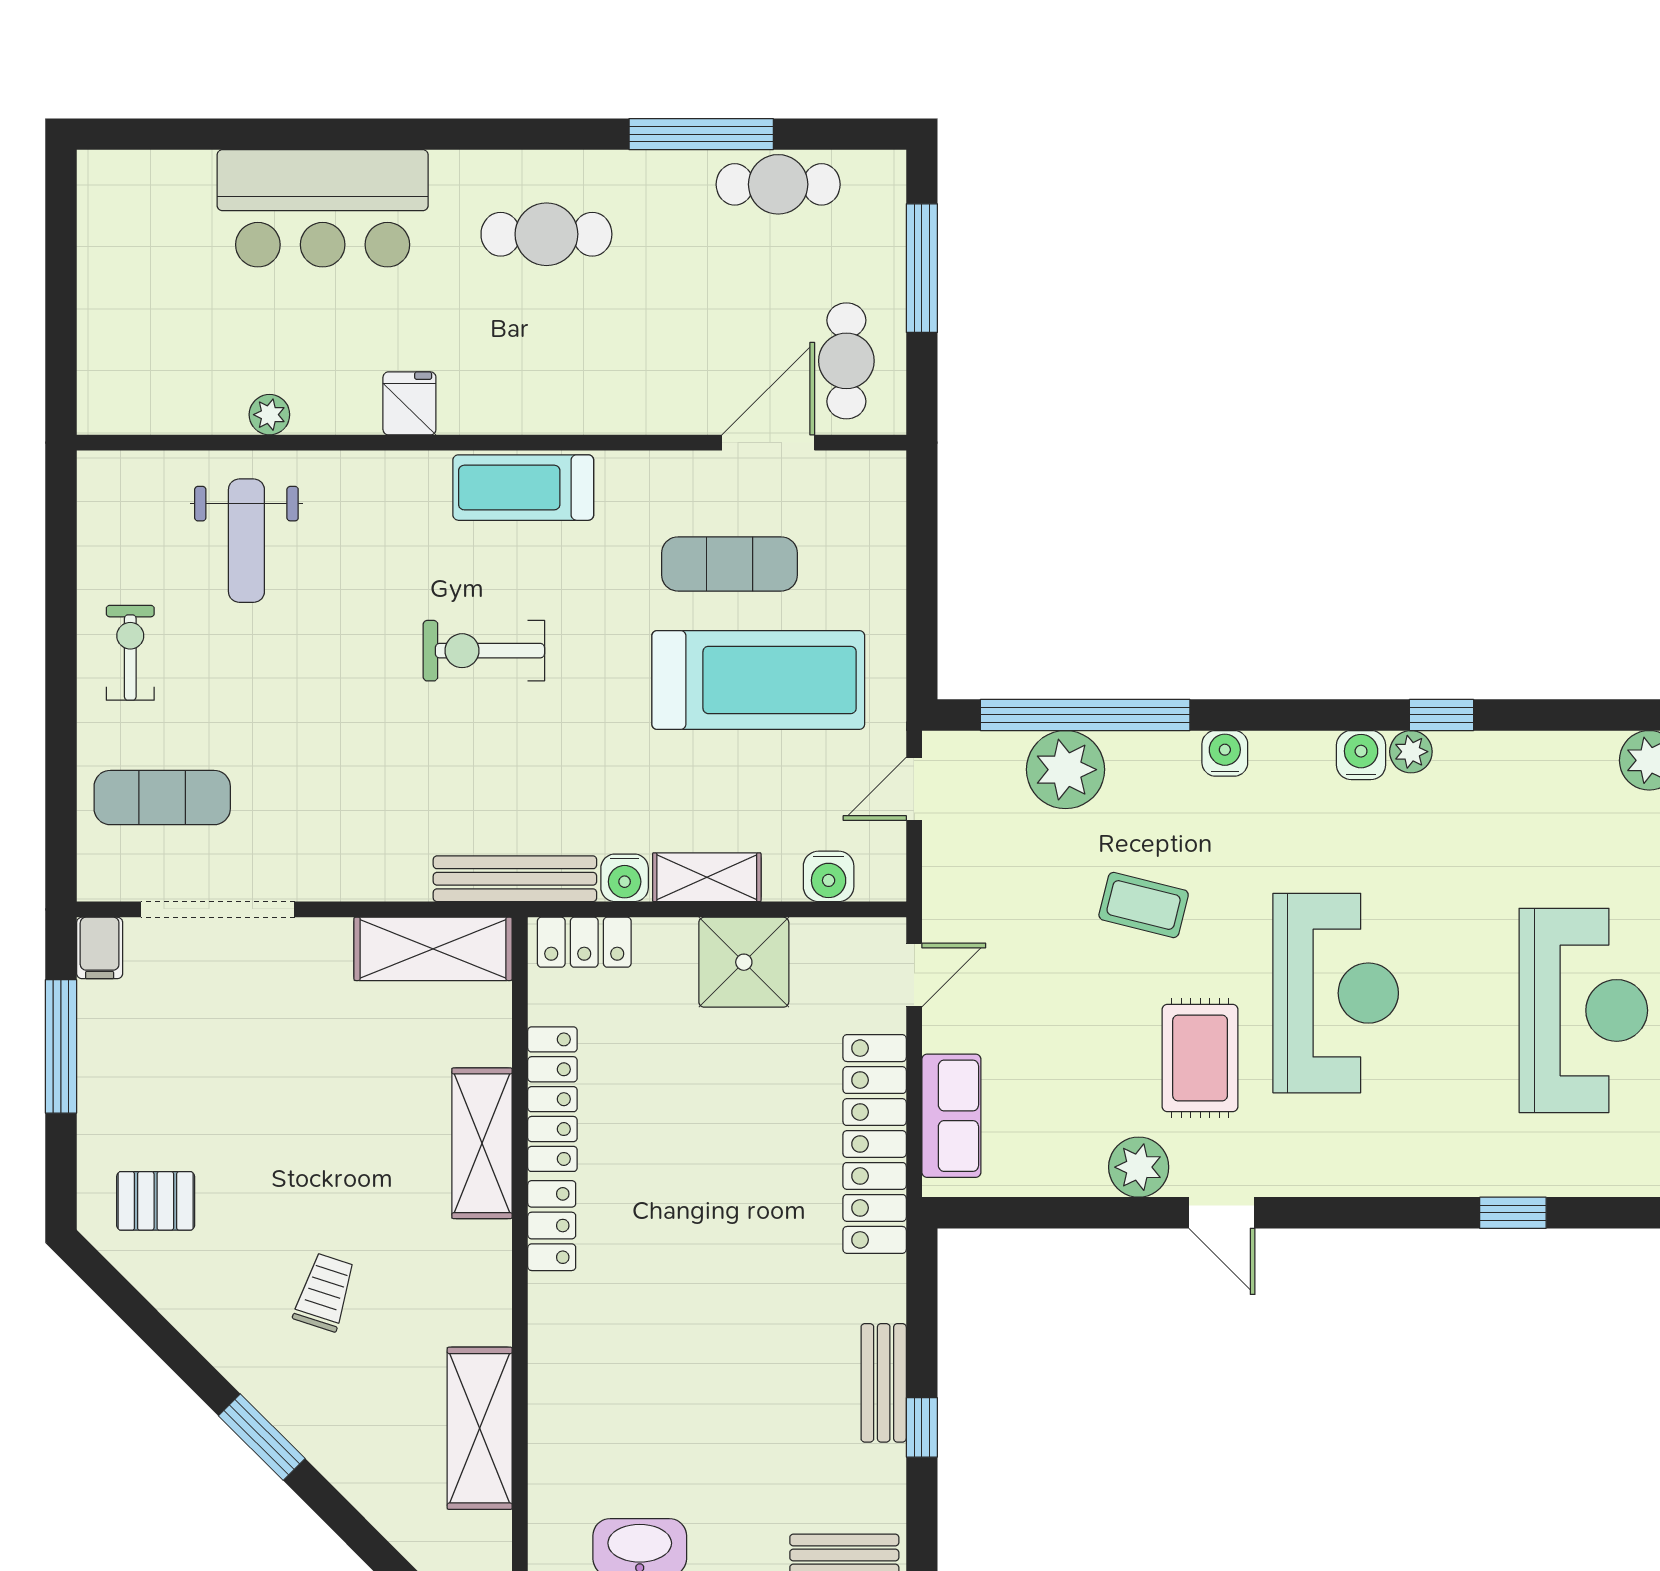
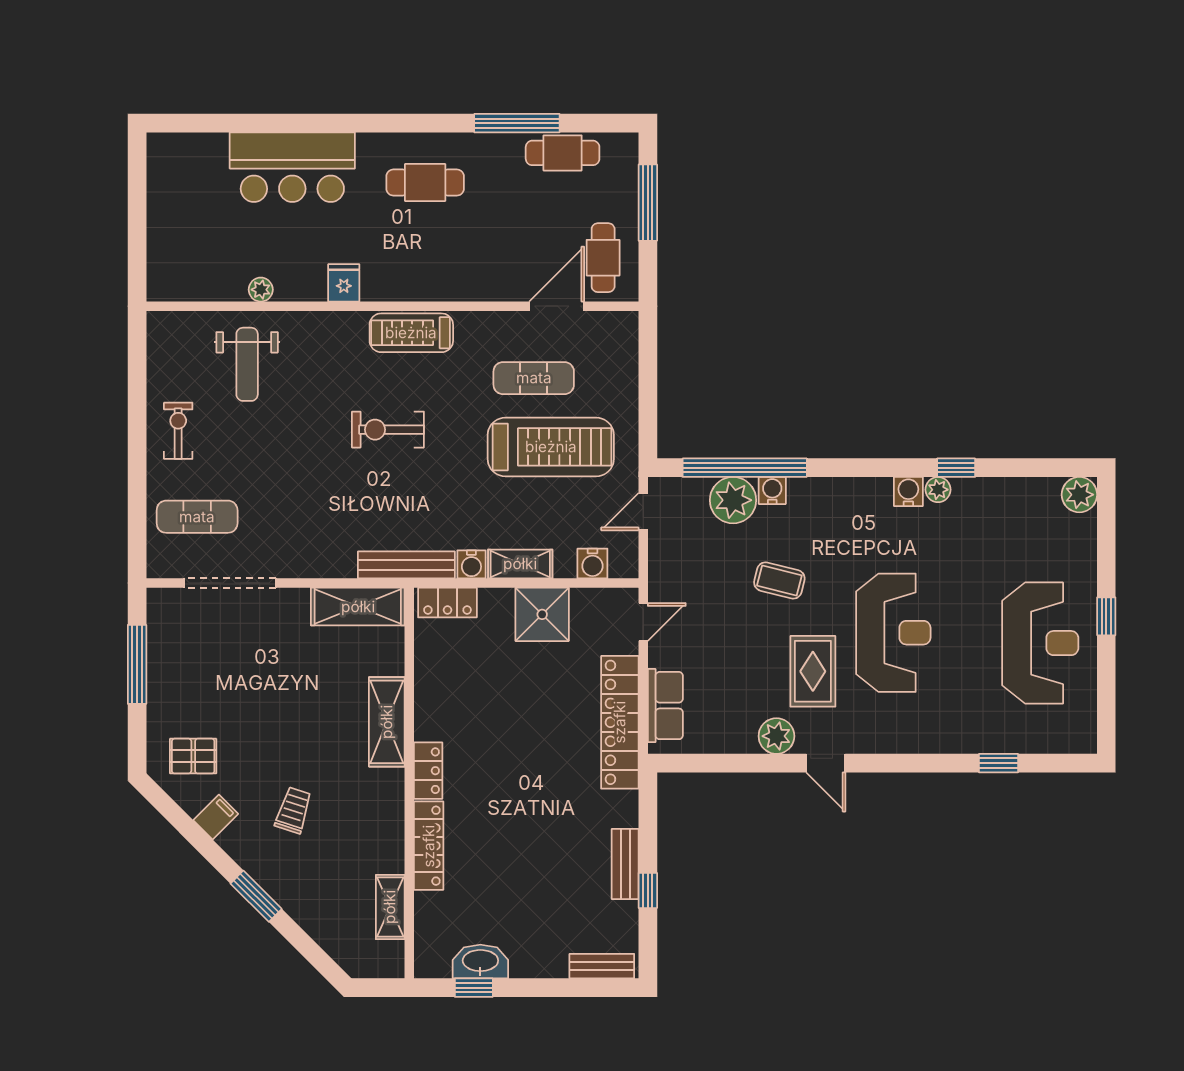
water cooler: (1225, 753) -> (772, 491), moved
filing cabinet: (100, 948) -> (216, 817), moved, turned -135
locker: (552, 1099) -> (429, 846), moved
shelving: (480, 1428) -> (390, 907), width x0.67, depth x0.75

